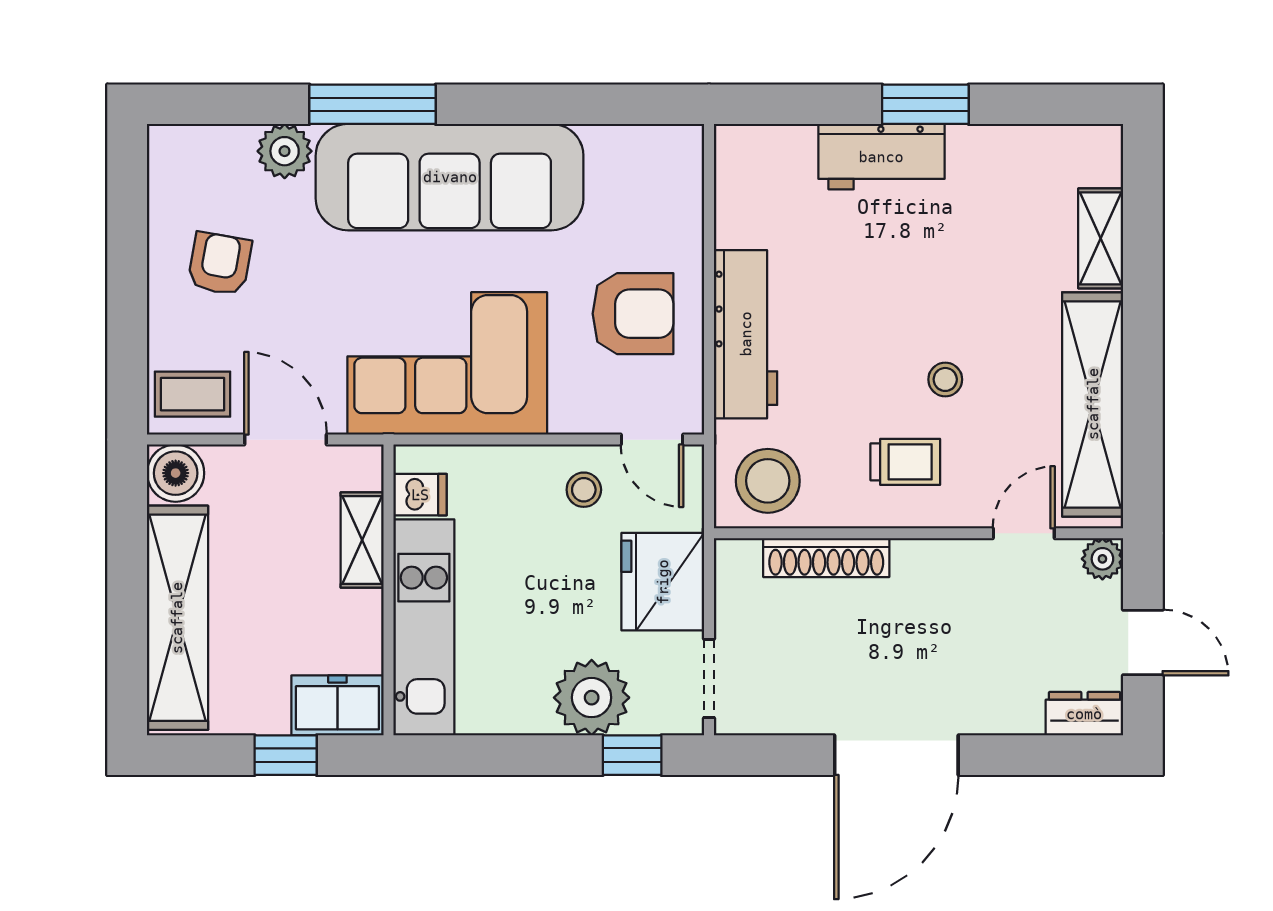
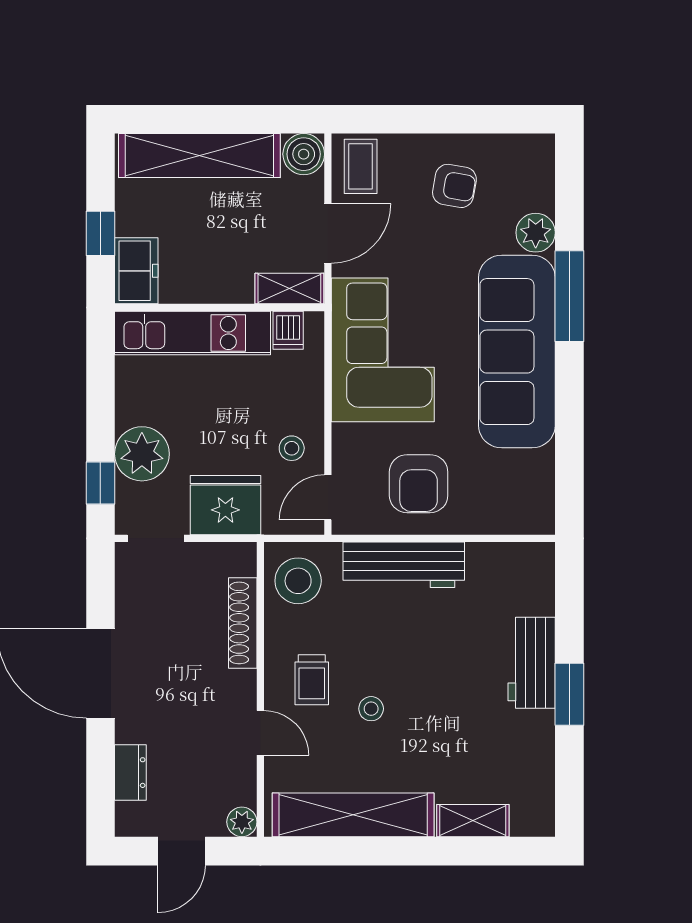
door: (1024, 533) -> (260, 733), moved
shelving: (362, 540) -> (289, 289), moved
dresser: (1084, 714) -> (130, 773), moved

